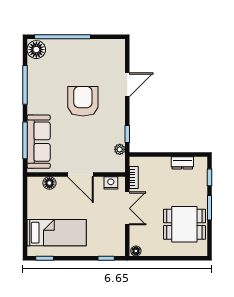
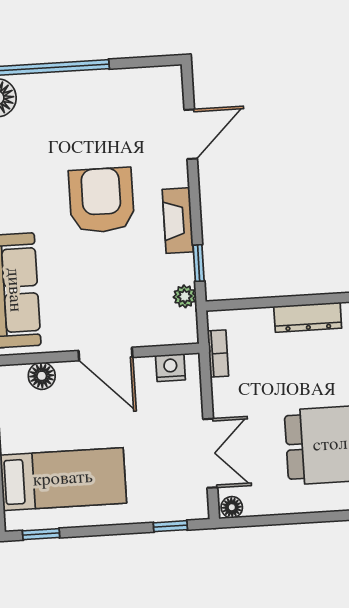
door: (127, 85) -> (191, 134), moved
fireplace: (119, 113) -> (178, 221), added
dresser: (182, 163) -> (308, 317), width x1.44
double door: (127, 208) -> (210, 453), moved

